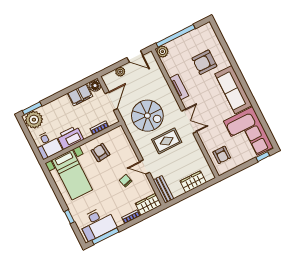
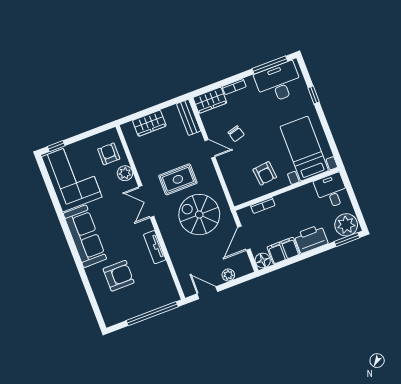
plant: (162, 52) -> (125, 173), moved
printer: (70, 137) -> (311, 239), moved, turned 180

